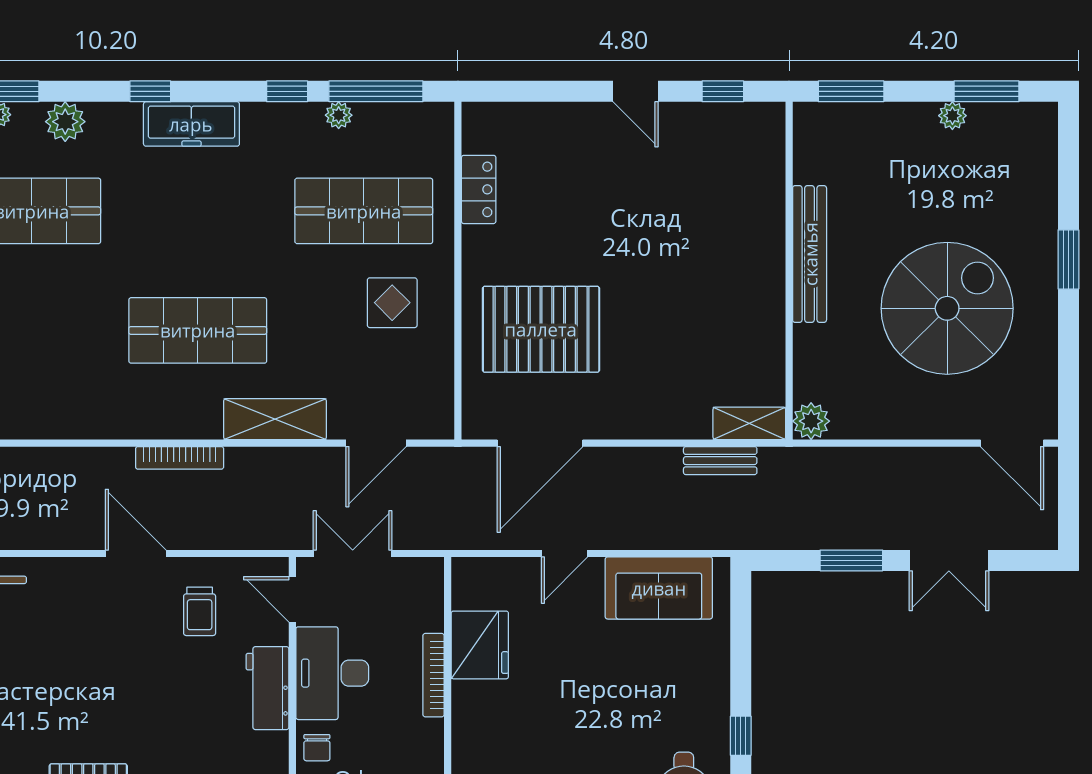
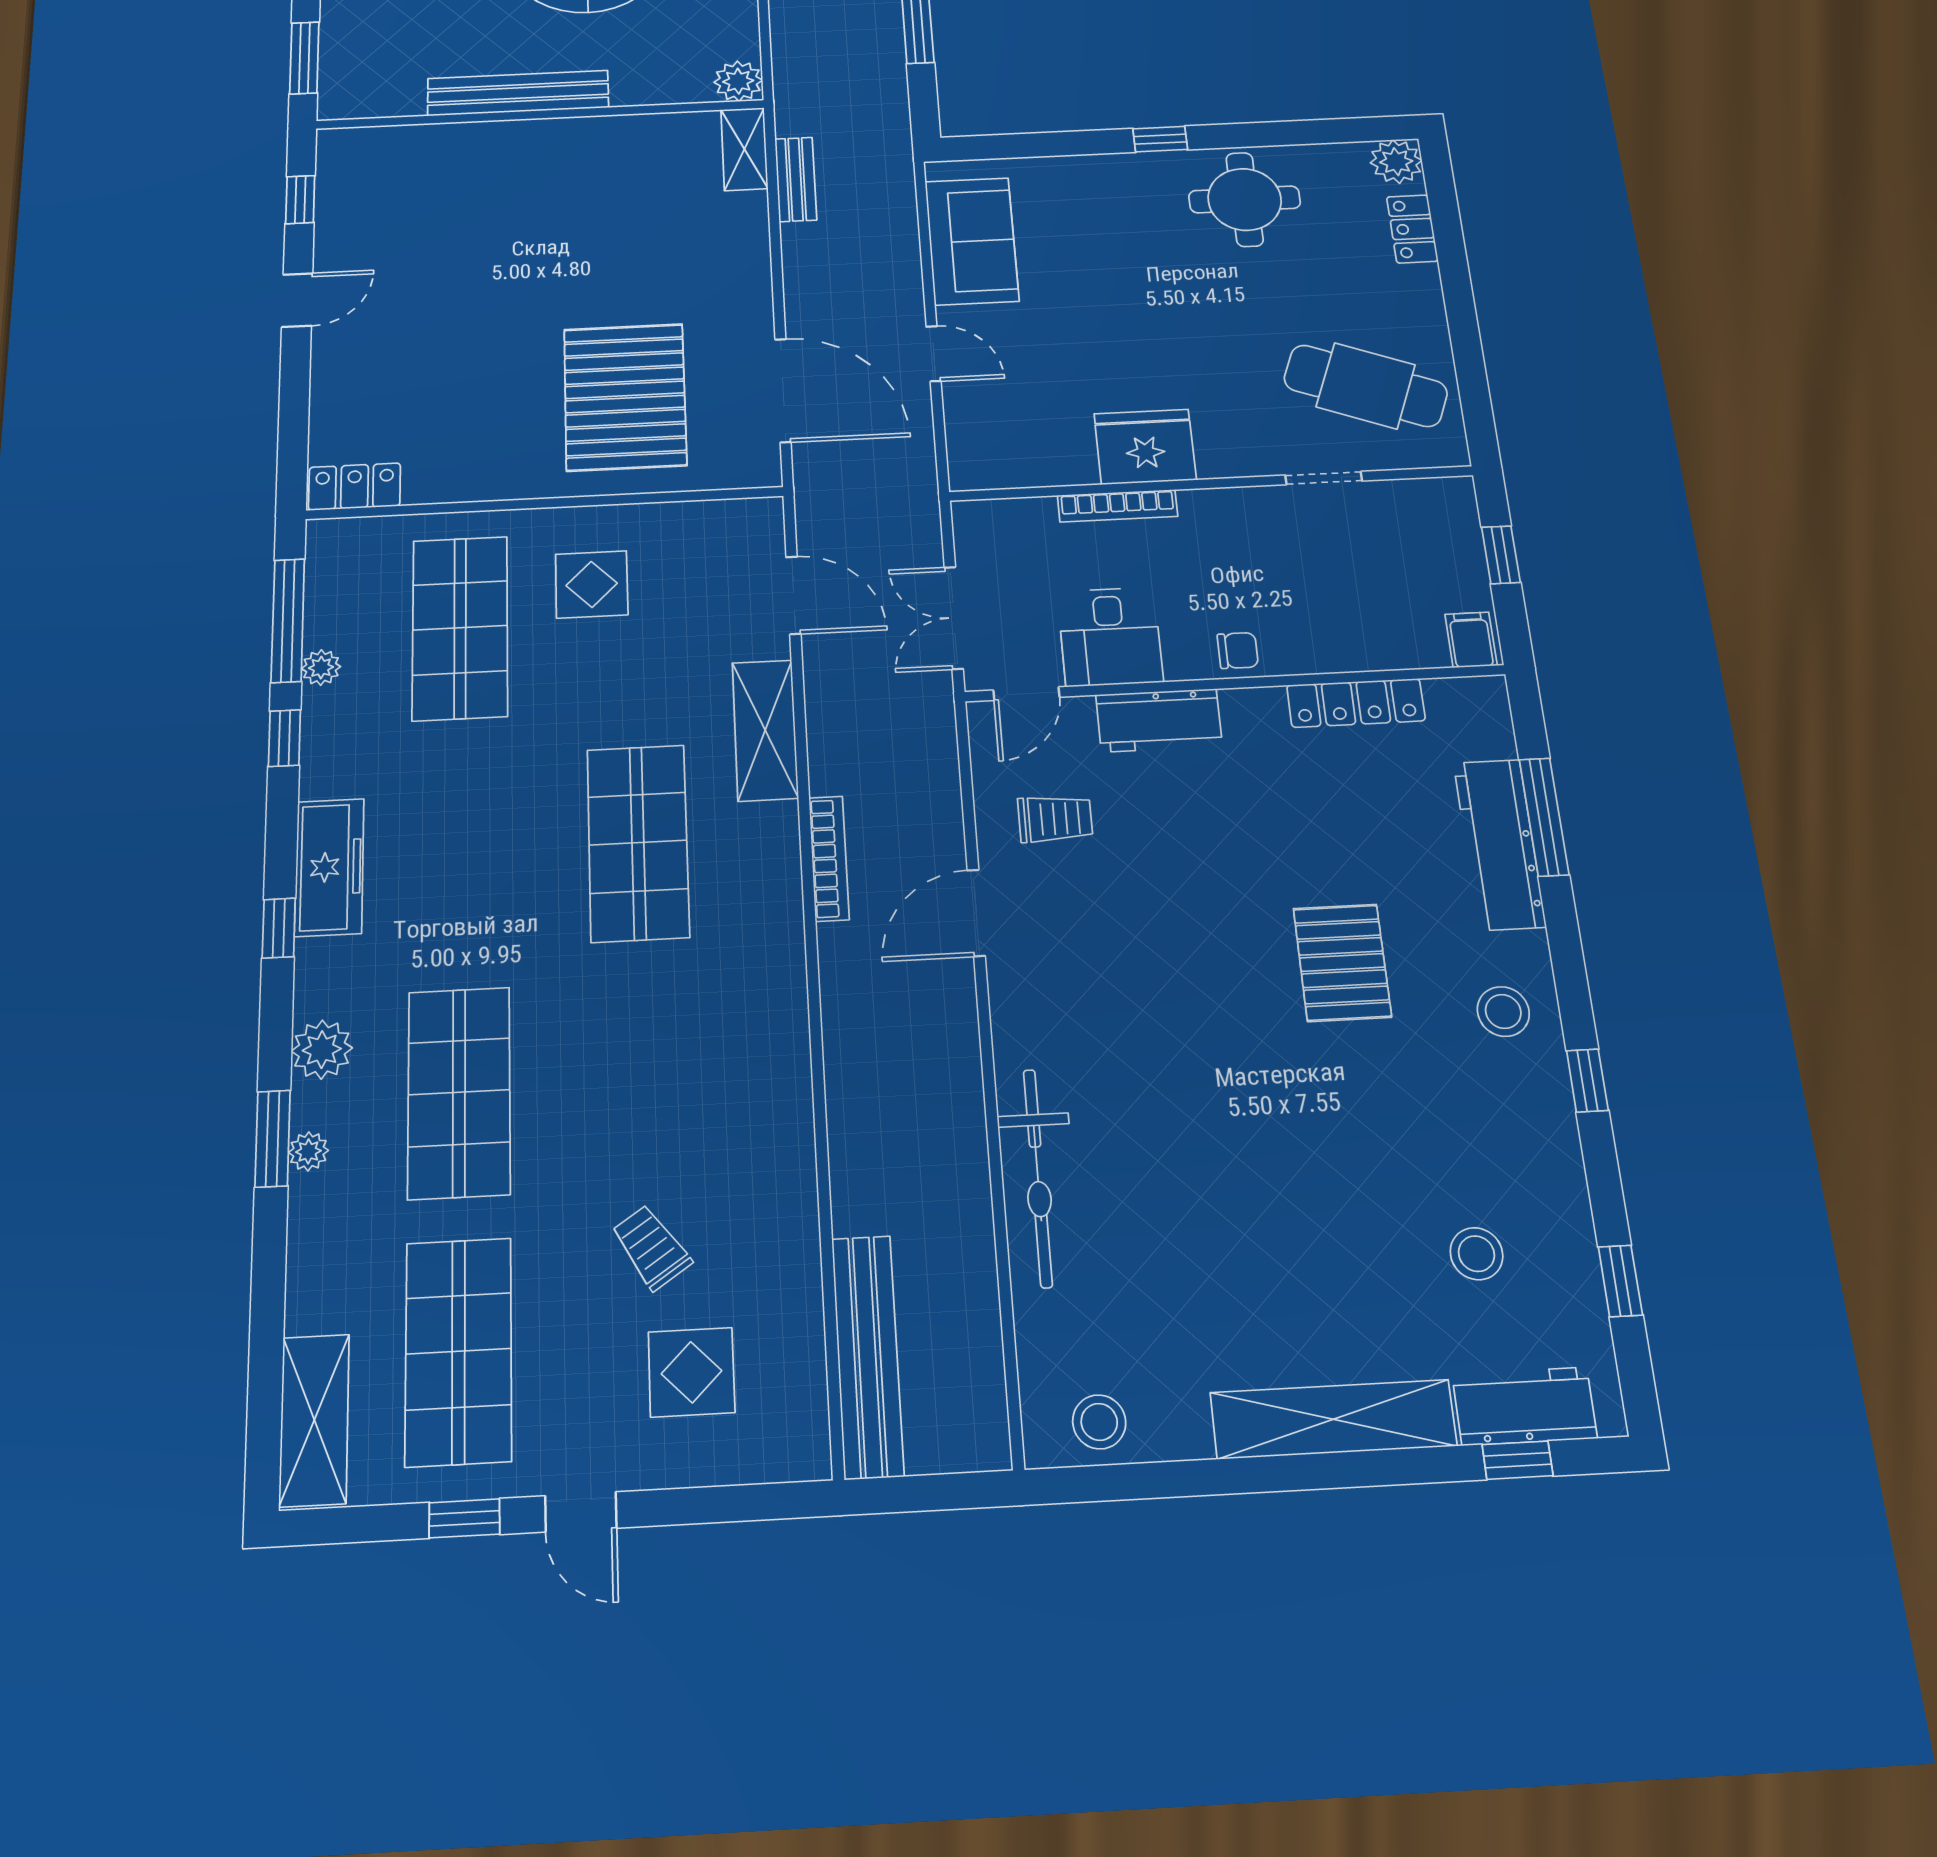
locker: (479, 189) -> (354, 487), moved
fridge: (480, 645) -> (1145, 447), moved
desk: (332, 673) -> (1110, 637), width x0.73

